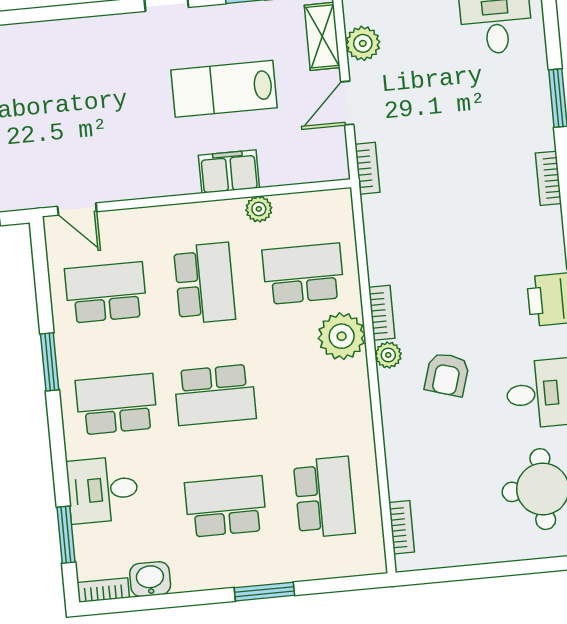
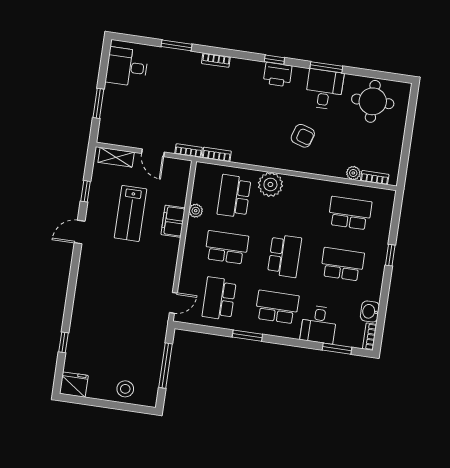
plant: (363, 43) -> (125, 138), removed
bookcase: (382, 313) -> (217, 154), moved
plant: (388, 355) -> (353, 173), moved
school desk: (116, 404) -> (277, 307), turned 90
school desk: (226, 506) -> (342, 264), turned 90
window: (264, 592) -> (390, 255), width x0.67

